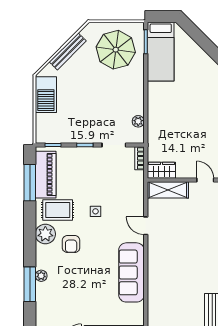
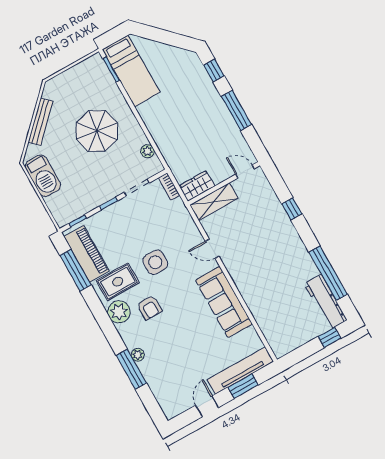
parasol: (116, 50) -> (97, 131), moved
side table: (95, 211) -> (155, 262), width x1.87, depth x1.87

